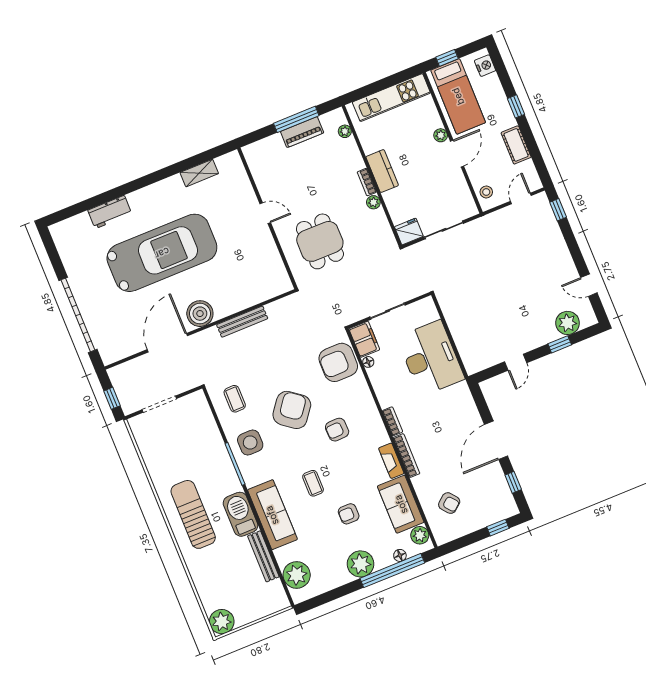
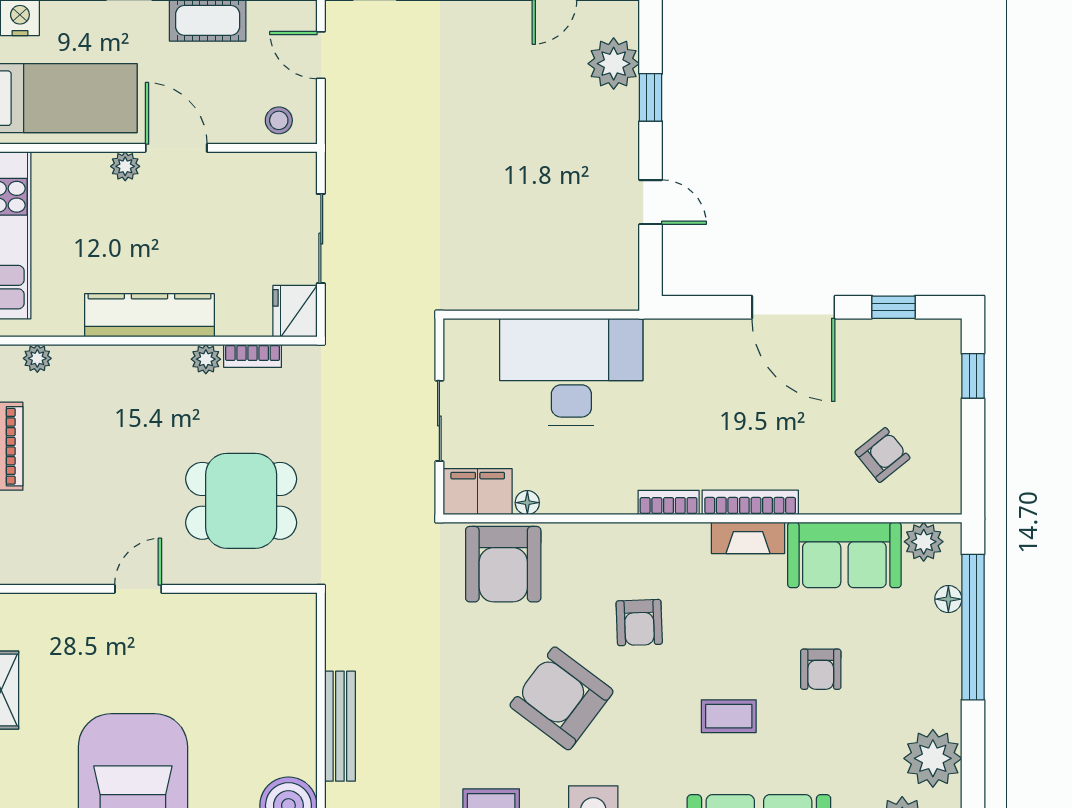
kitchen counter: (382, 171) -> (149, 315), width x1.50
bookcase: (367, 182) -> (253, 356), moved
plant: (361, 564) -> (933, 758), moved

